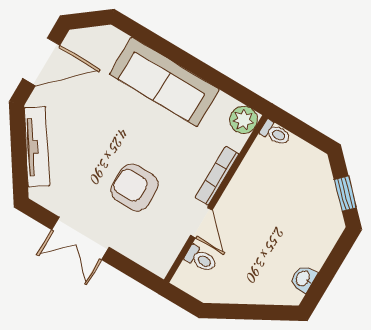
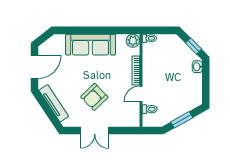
armchair: (135, 188) -> (94, 97), moved, turned -44
door: (201, 223) -> (141, 94), swing flipped
washbasin: (303, 279) -> (197, 67), moved
window: (246, 312) -> (182, 120), added

